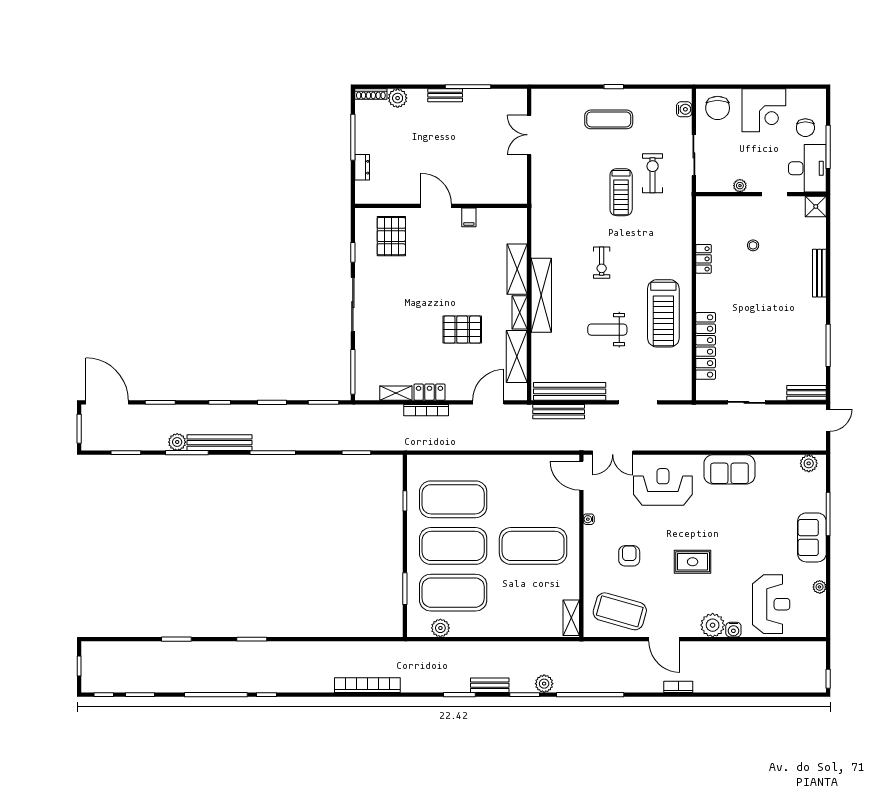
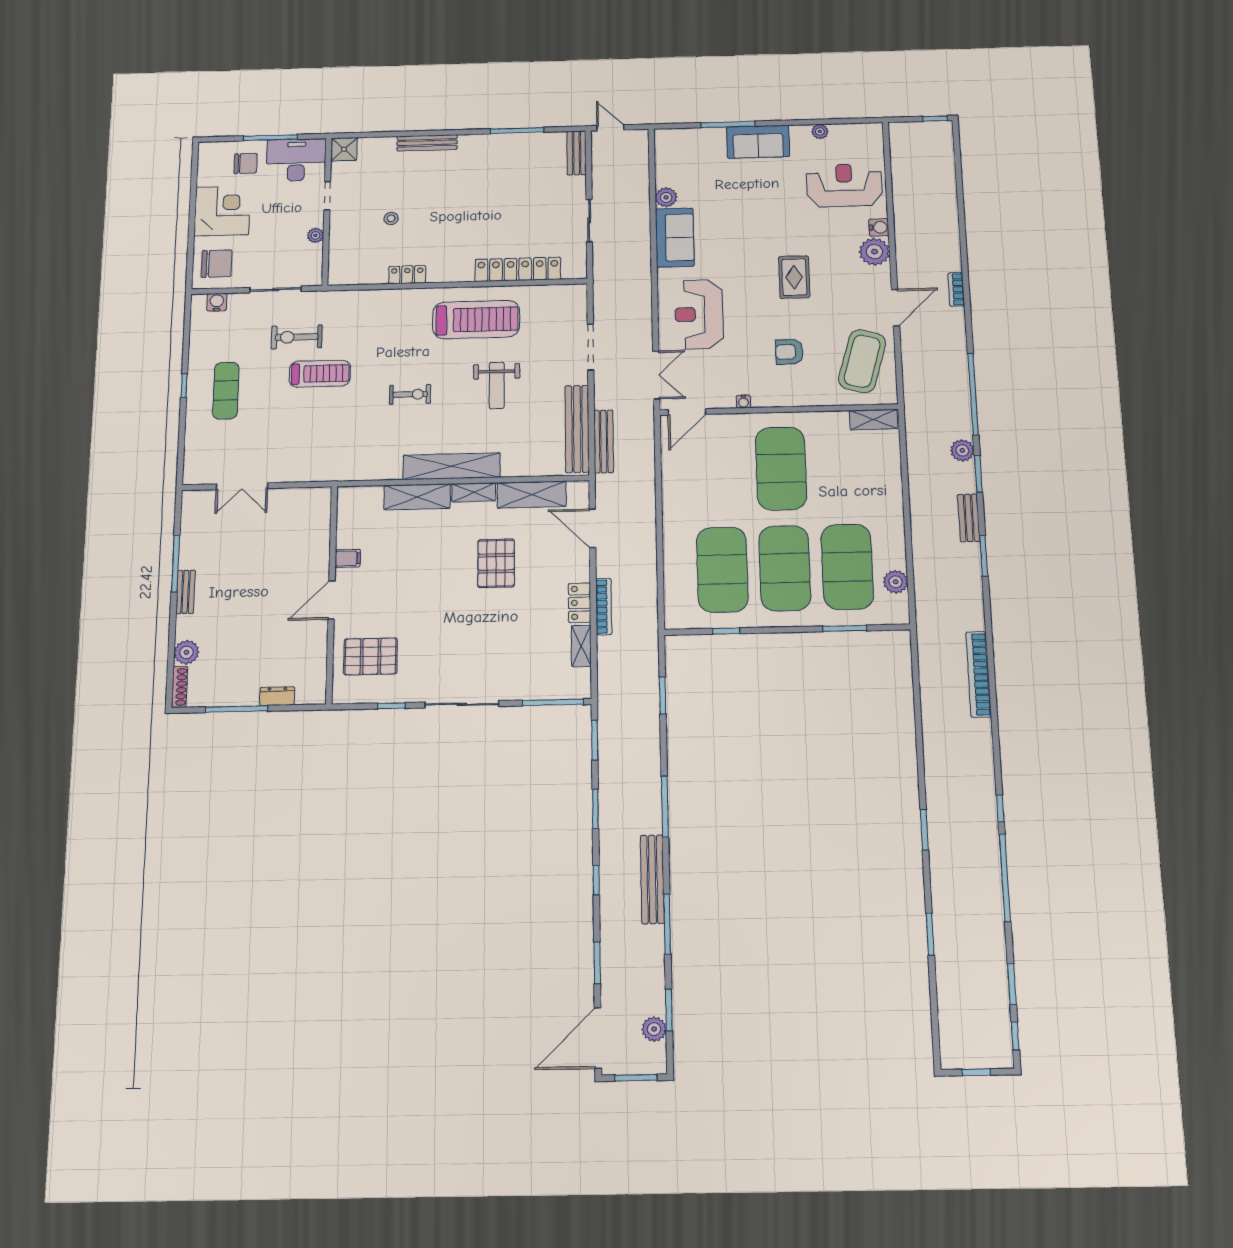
plant: (177, 442) -> (654, 1029), moved
plant: (809, 463) -> (666, 197), moved

